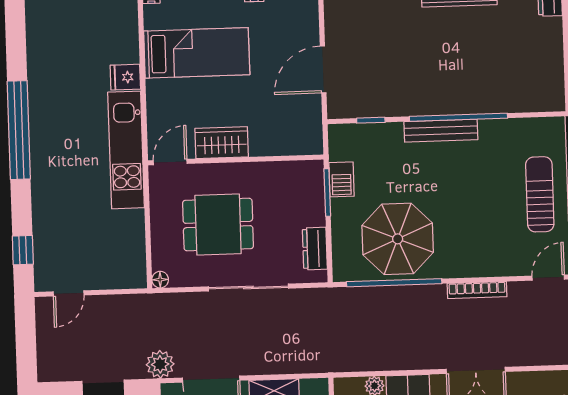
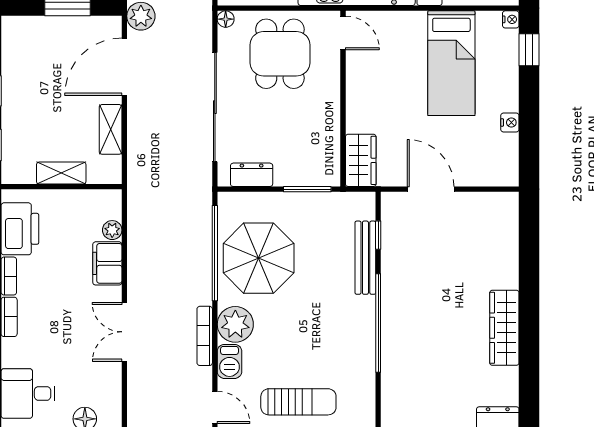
bench: (441, 131) -> (365, 258), moved
wardrobe: (222, 143) -> (361, 160), moved
barbecue: (341, 179) -> (230, 361), moved, turned -90
dining table: (218, 224) -> (280, 54), moved
plant: (465, 260) -> (235, 324), added
sliding door: (248, 288) -> (215, 107), width x1.36

